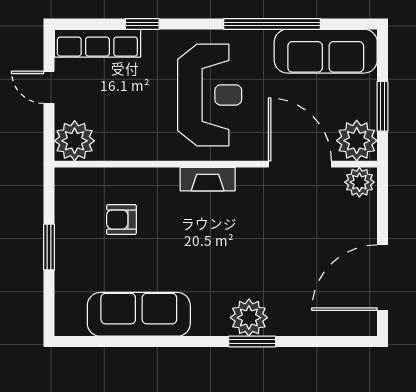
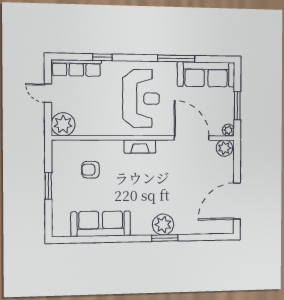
window: (272, 24) -> (176, 59), width x0.68
plant: (357, 141) -> (228, 130), width x0.53, depth x0.53

